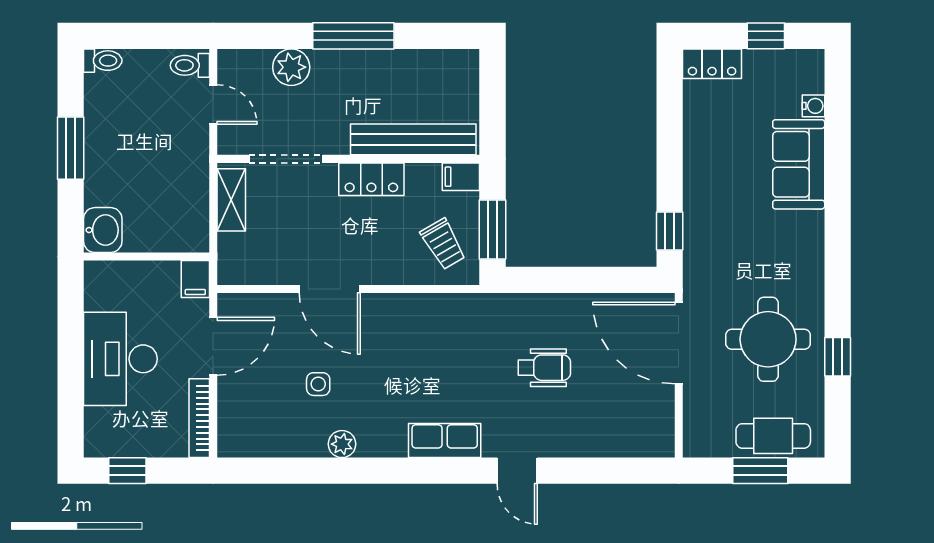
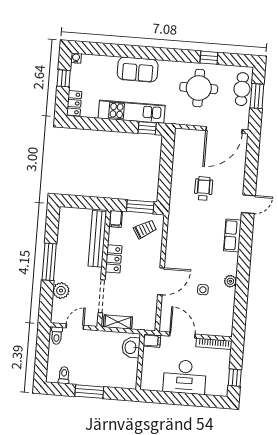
toilet: (103, 61) -> (64, 375), moved
water cooler: (813, 106) -> (76, 58), moved
sofa: (799, 164) -> (138, 69), moved
kitchen unit: (703, 194) -> (132, 112), added
washbasin: (103, 230) -> (131, 347), moved, turned -90
door: (679, 343) -> (224, 130), moved

